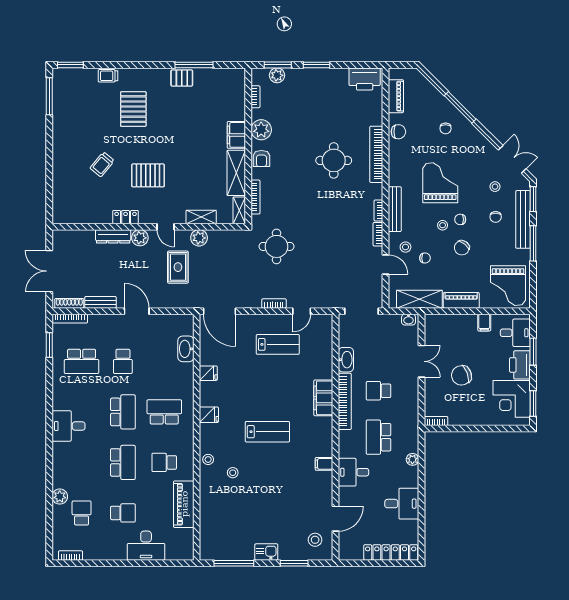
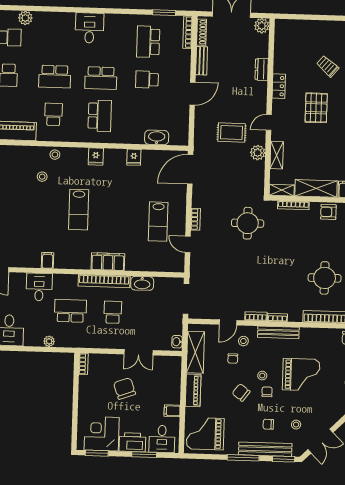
dresser: (113, 236) -> (262, 69), width x0.70
plant: (140, 238) -> (262, 26), moved

